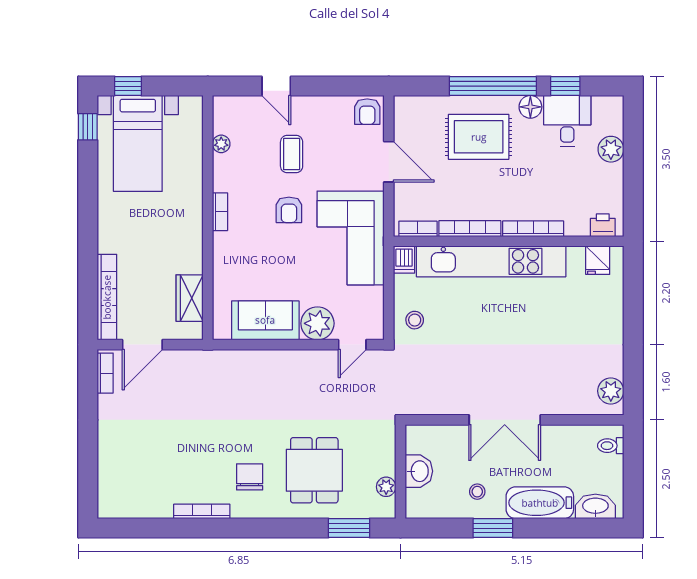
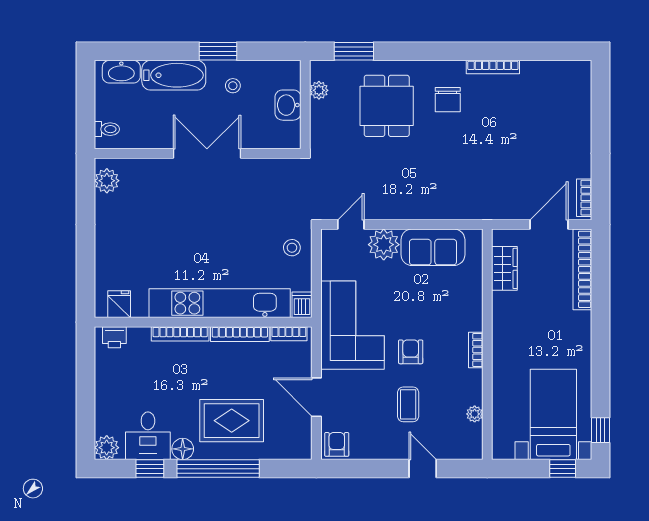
plant: (611, 149) -> (107, 448), moved

